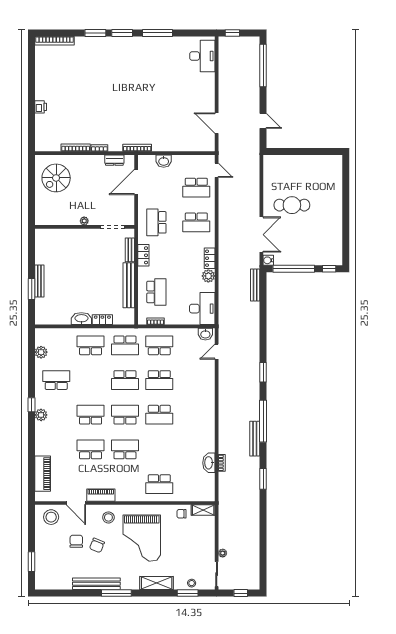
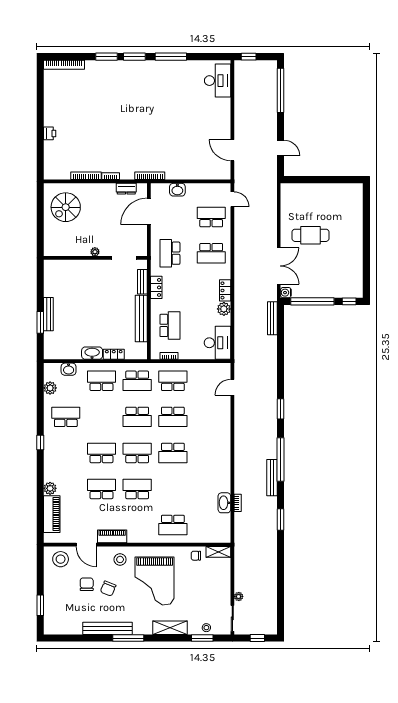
school desk: (196, 188) -> (211, 217), turned 180
washbasin: (205, 334) -> (69, 369), moved
plant: (41, 415) -> (50, 488), moved

